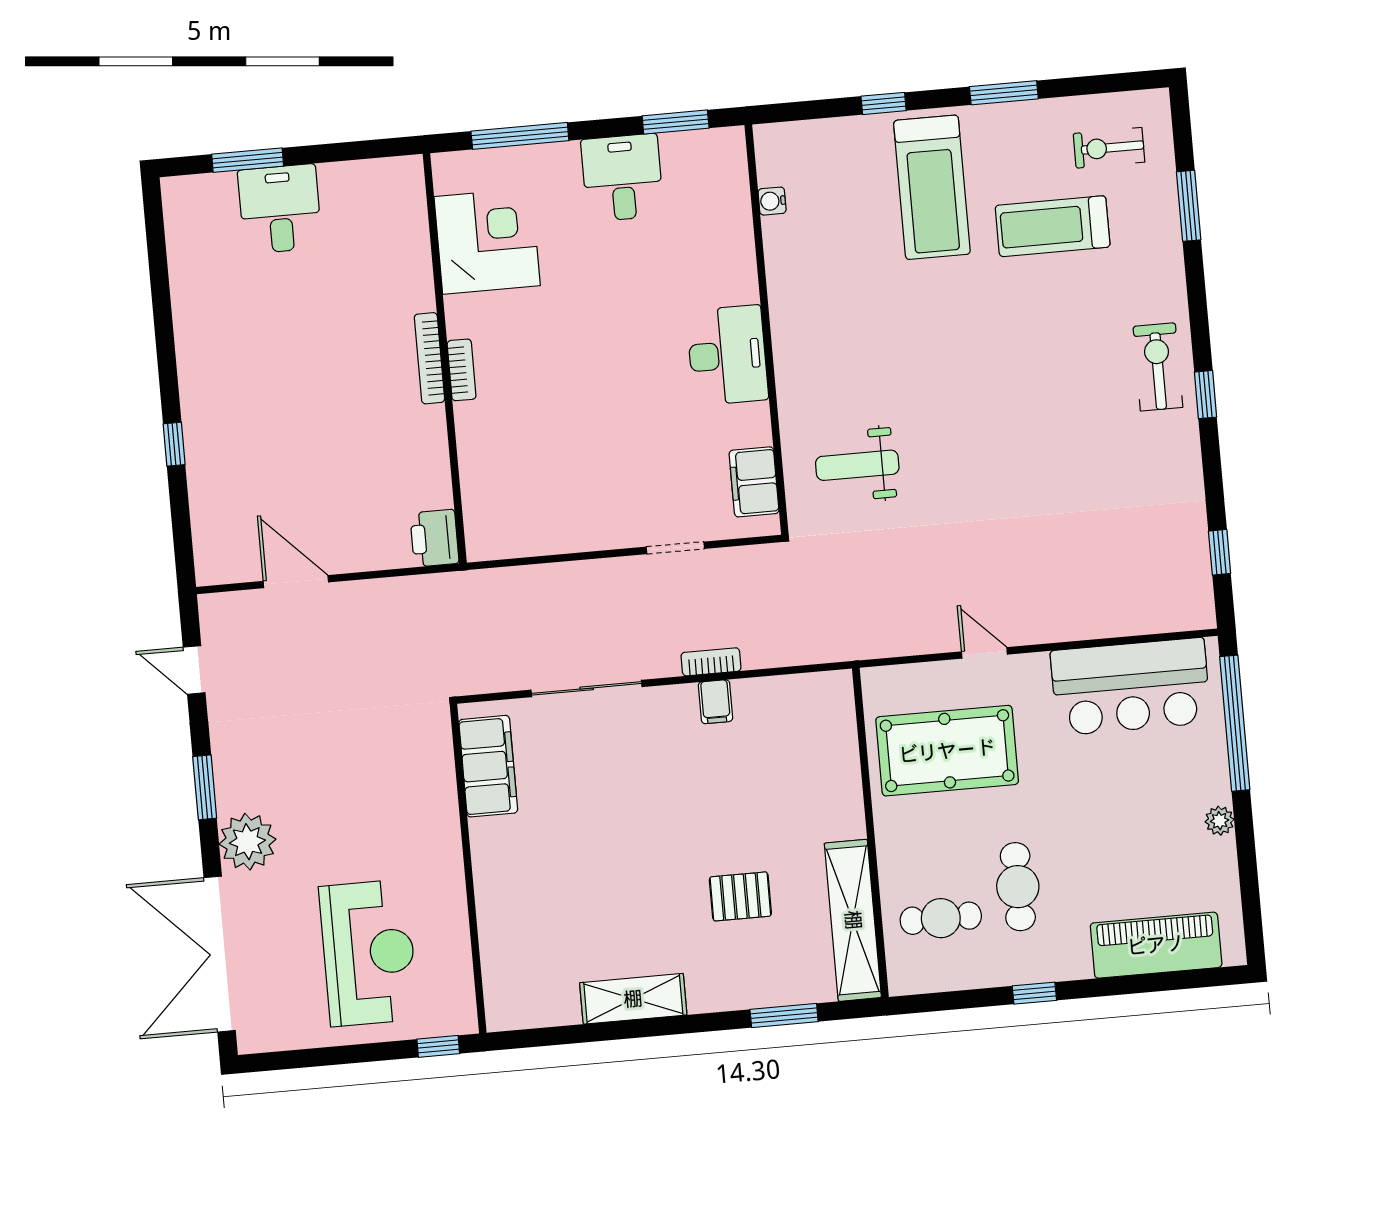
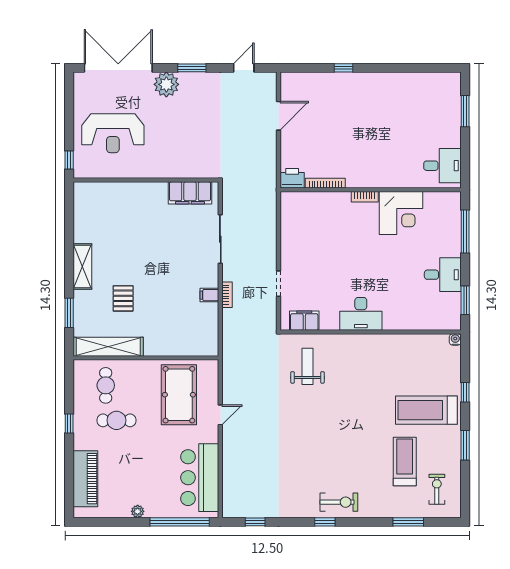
water cooler: (772, 201) -> (455, 339), moved
desk: (280, 209) -> (442, 166), moved
corner desk: (487, 241) -> (401, 213), moved
bookcase: (429, 358) -> (325, 183), moved
shelving: (633, 999) -> (82, 267), moved

